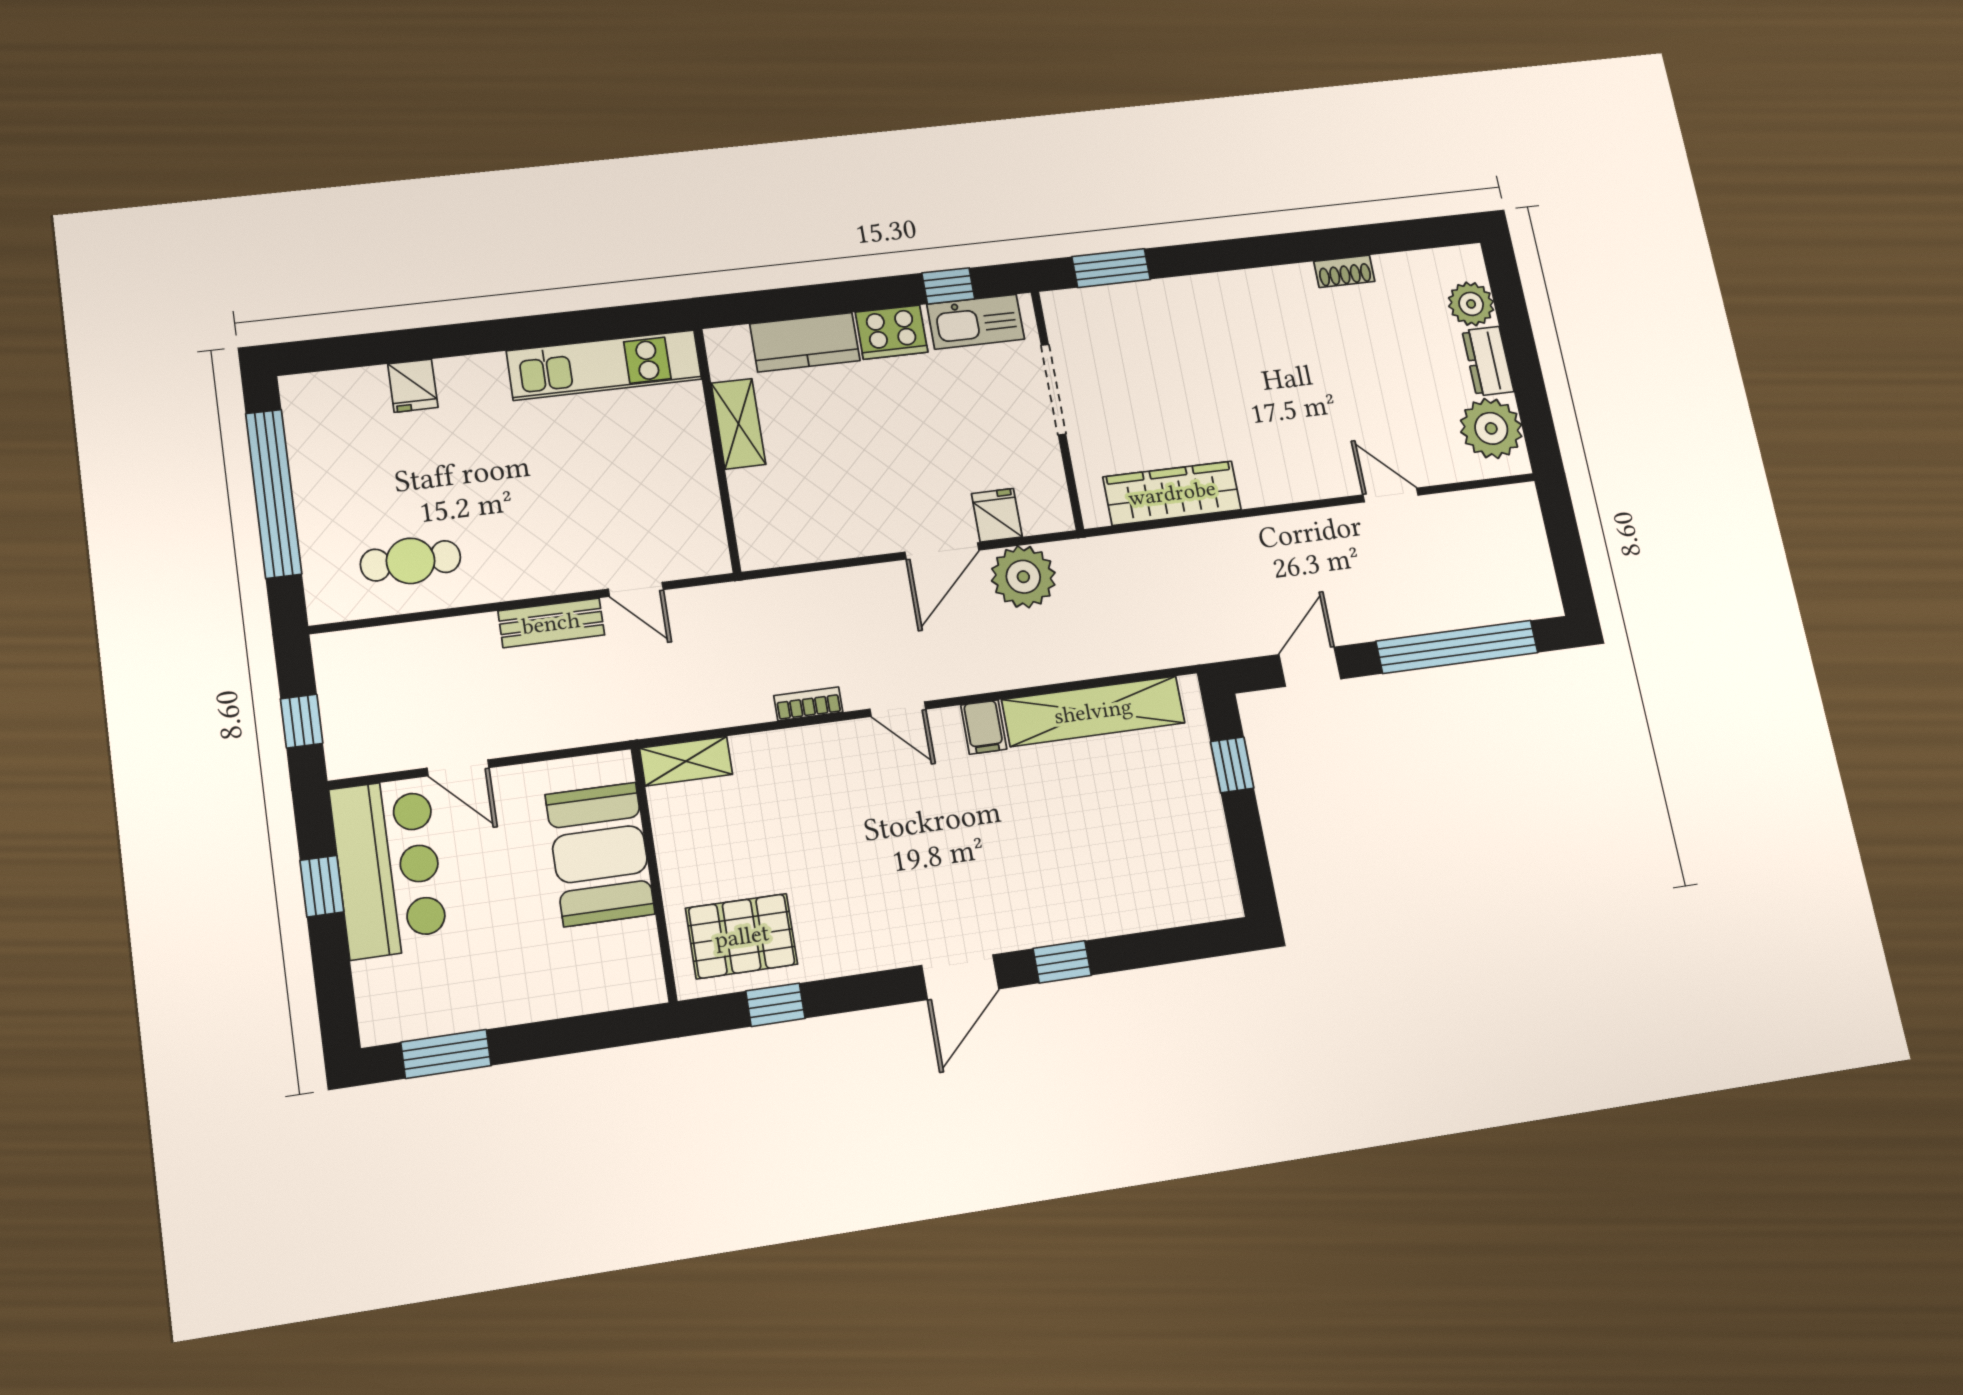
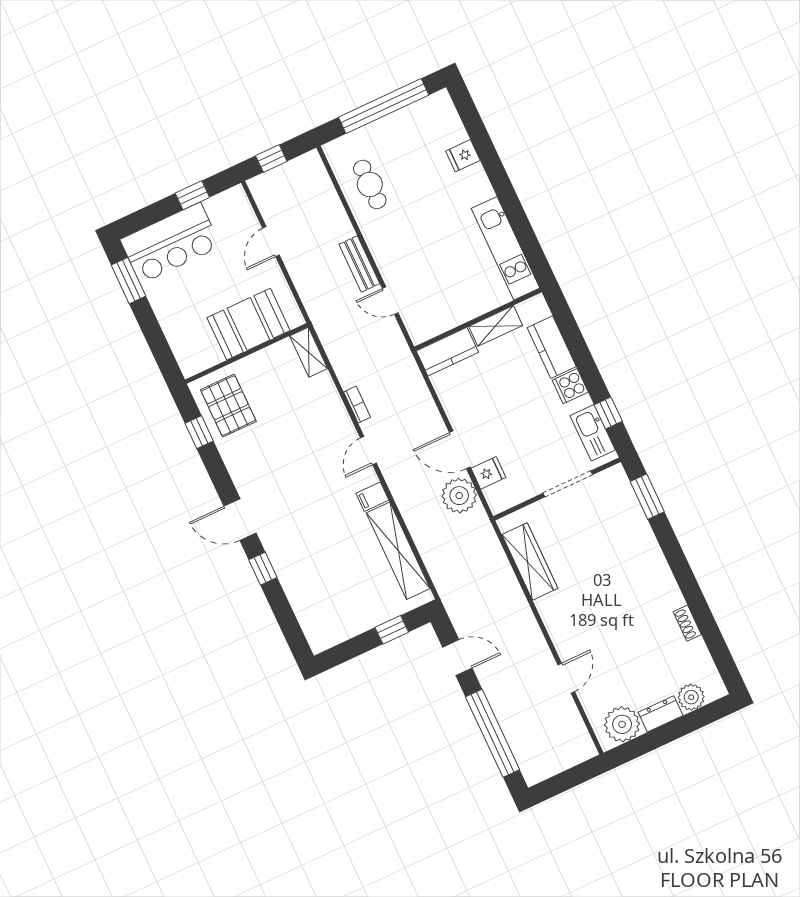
cooker: (892, 332) -> (570, 386), width x0.73
kitchen counter: (759, 519) -> (447, 352), added
door: (636, 589) -> (390, 301), hinge flipped
bar counter: (389, 868) -> (170, 243), moved

